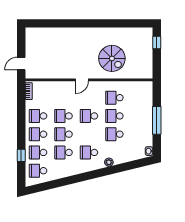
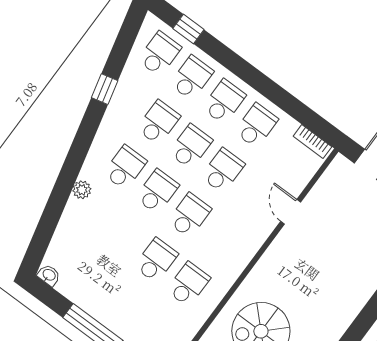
door: (82, 80) -> (291, 212), moved
school desk: (114, 134) -> (157, 191), moved
window: (21, 155) -> (188, 29), moved
window: (66, 181) -> (105, 89), added

